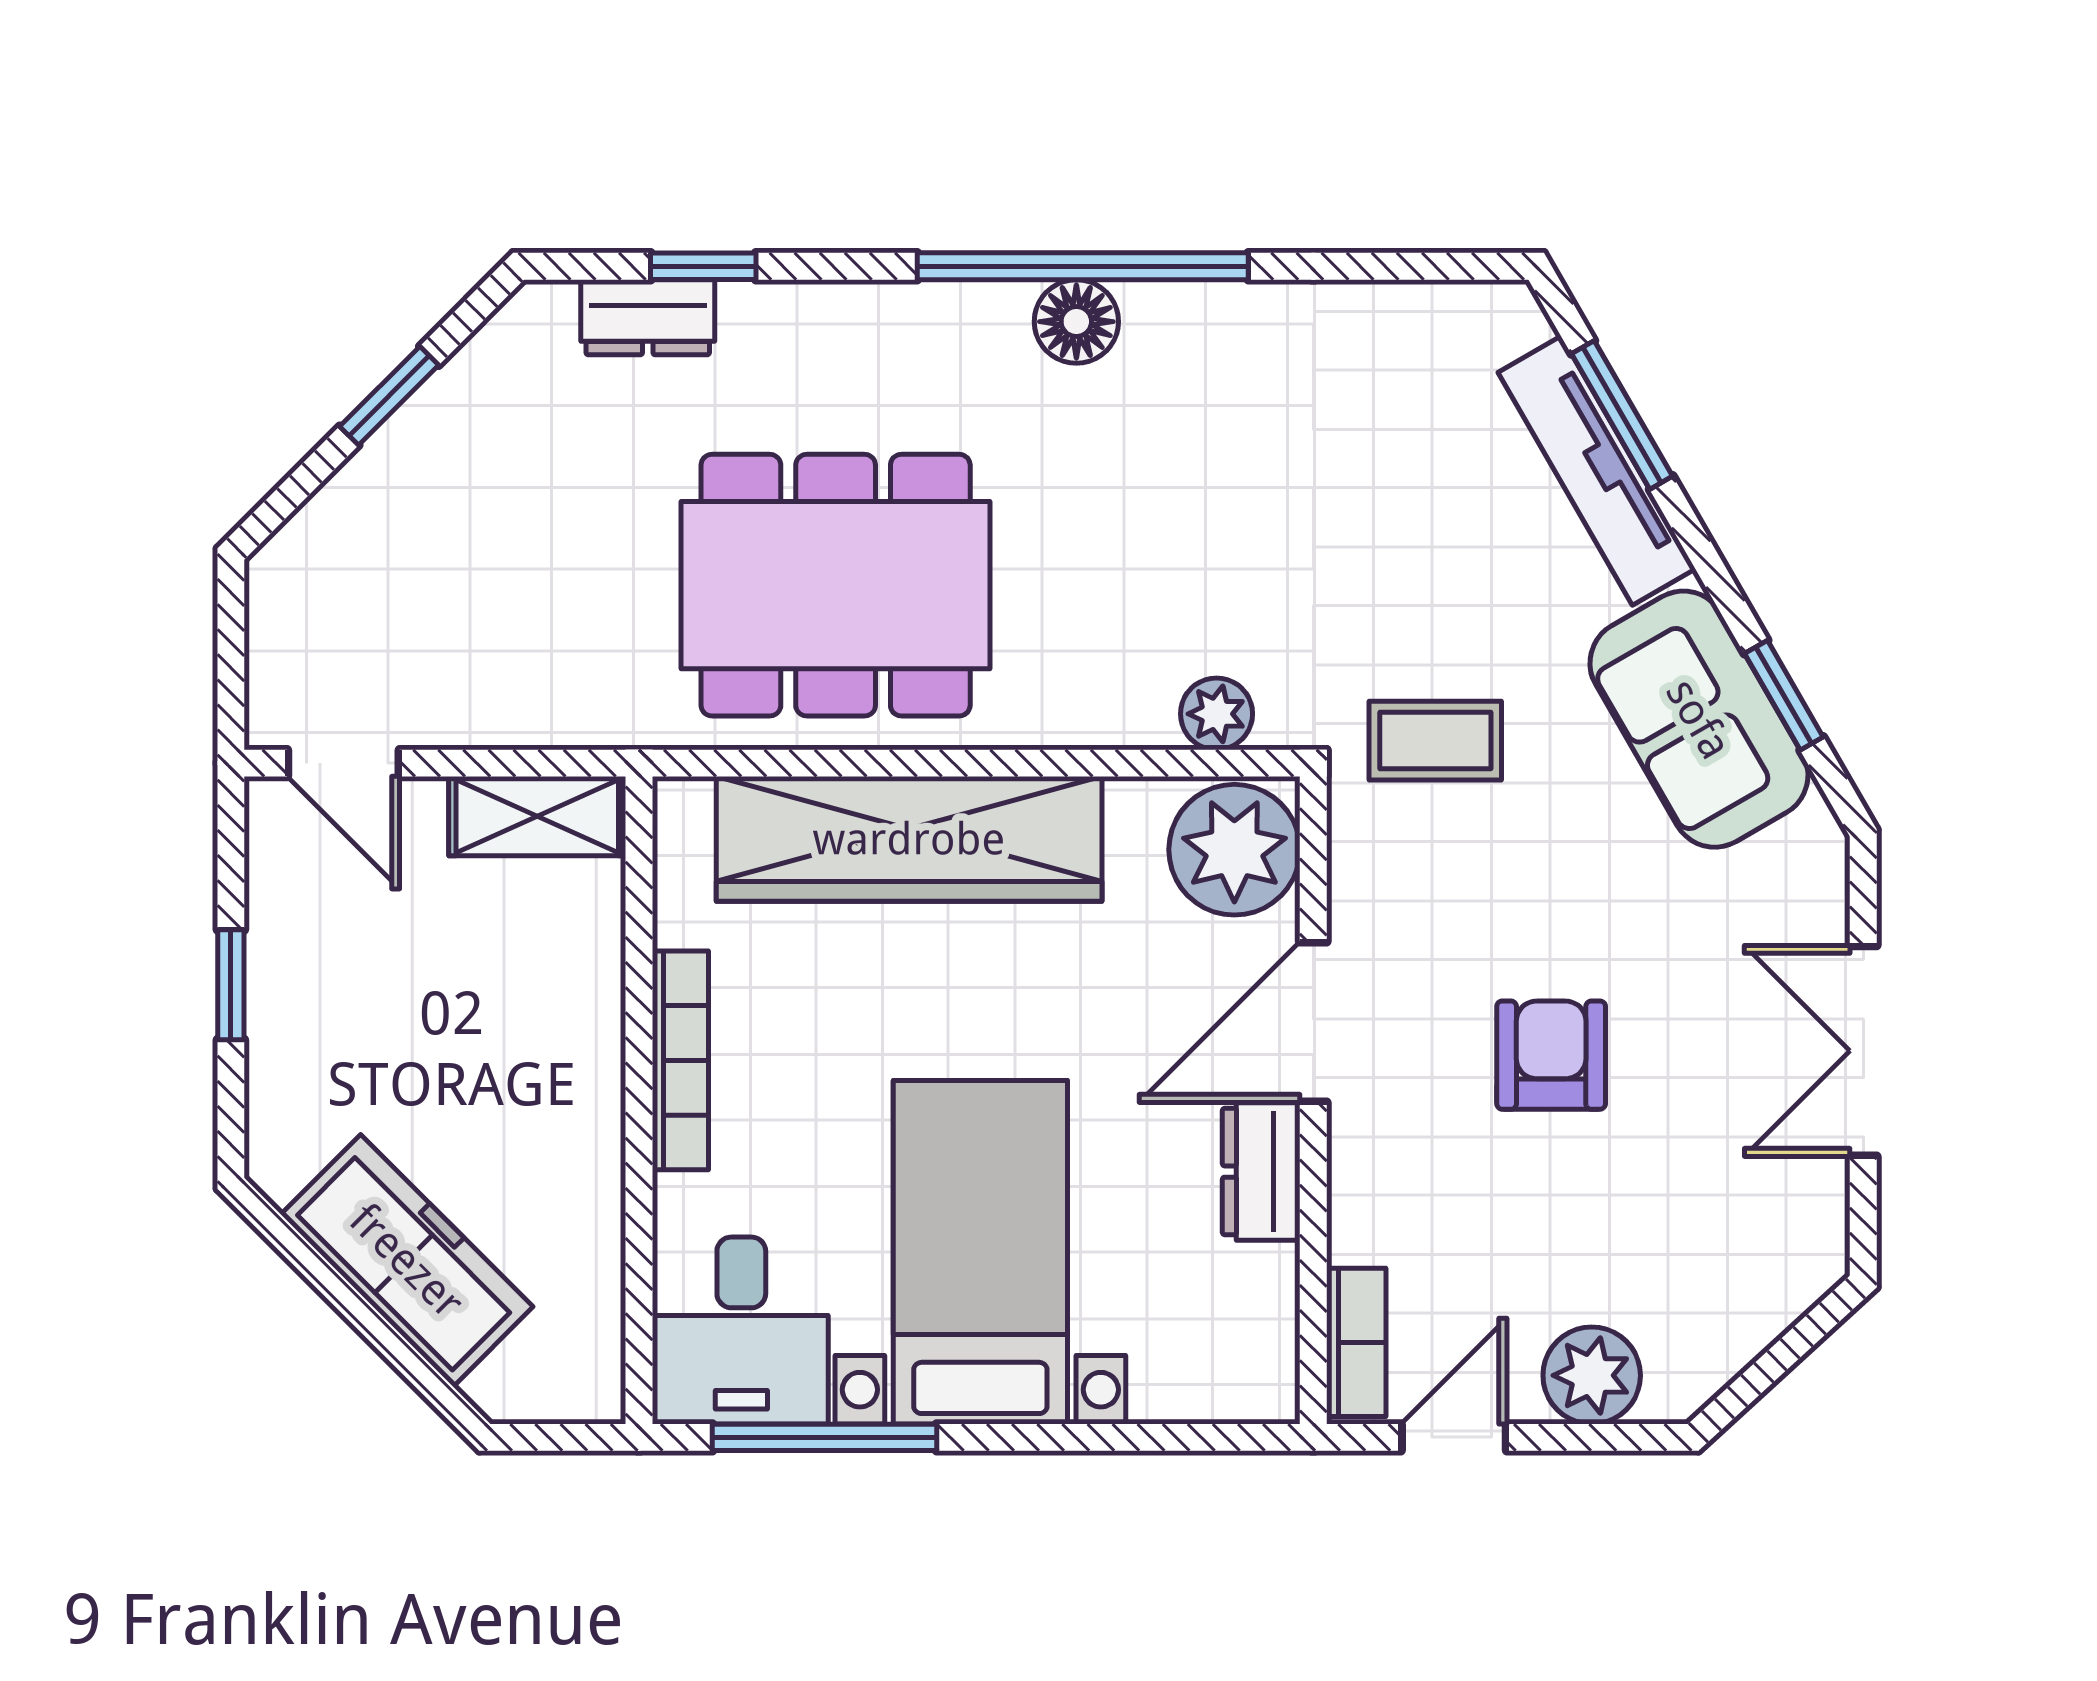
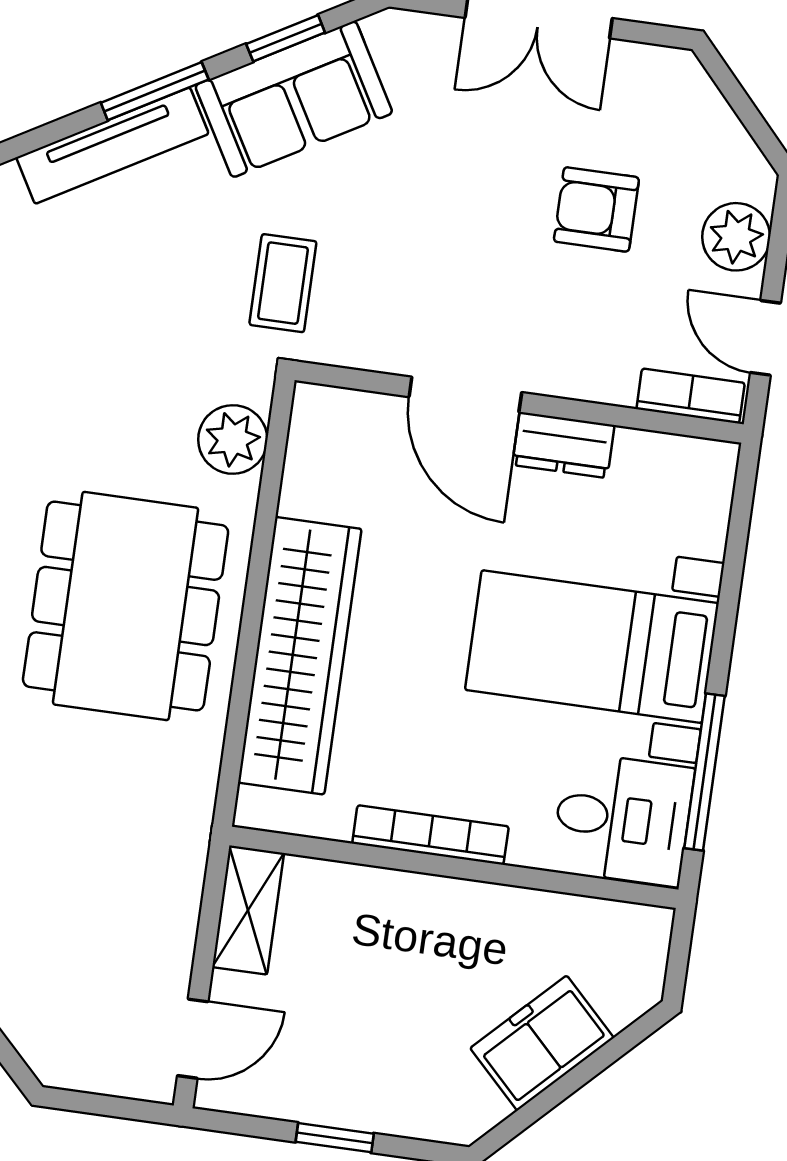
window: (1622, 415) -> (155, 91), moved
dining table: (836, 585) -> (126, 606), moved
plant: (1217, 714) -> (233, 439), width x1.38, depth x1.38
plant: (1234, 850) -> (339, 432), removed
armchair: (1551, 1055) -> (596, 209), moved
freezer: (407, 1261) -> (542, 1043), width x0.71

